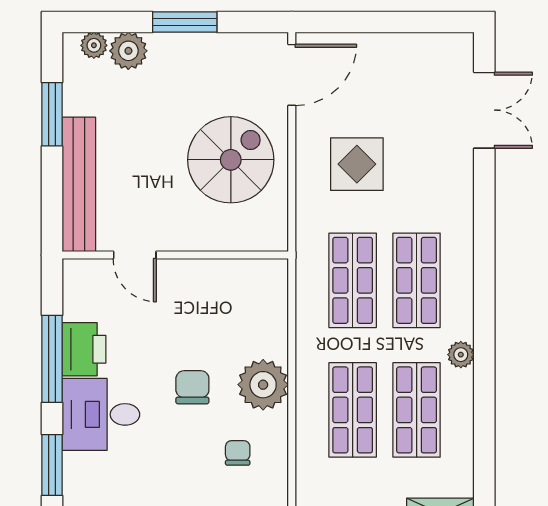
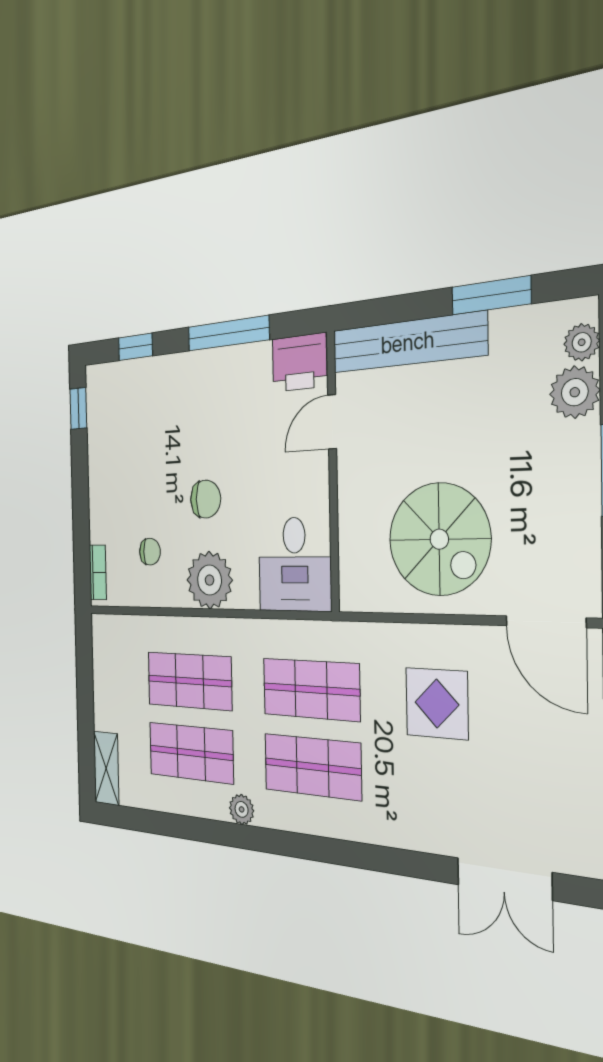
printer: (84, 349) -> (299, 363), moved
desk: (101, 414) -> (295, 564), moved, turned 180
window: (52, 465) -> (135, 347), width x0.67

